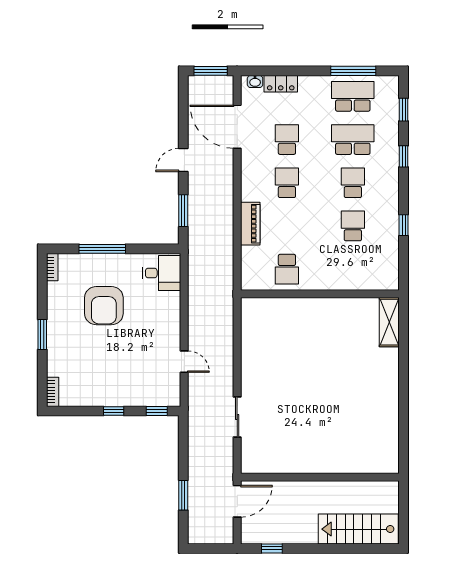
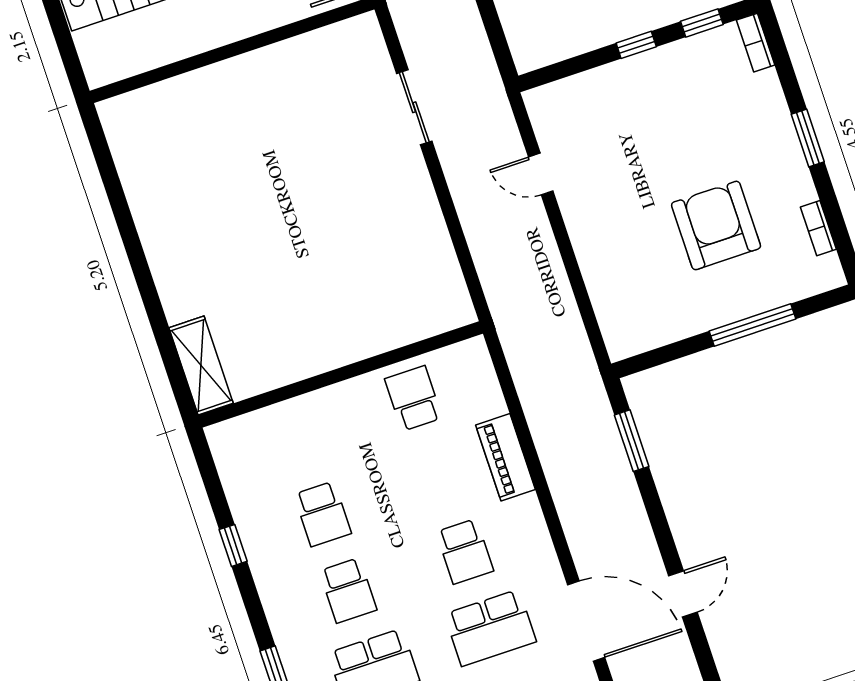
school desk: (287, 140) -> (490, 628), width x1.85
door: (183, 160) -> (683, 594), moved
bookcase: (52, 267) -> (818, 228), moved
desk: (162, 273) -> (633, 317), removed
window: (157, 411) -> (702, 23), moved

